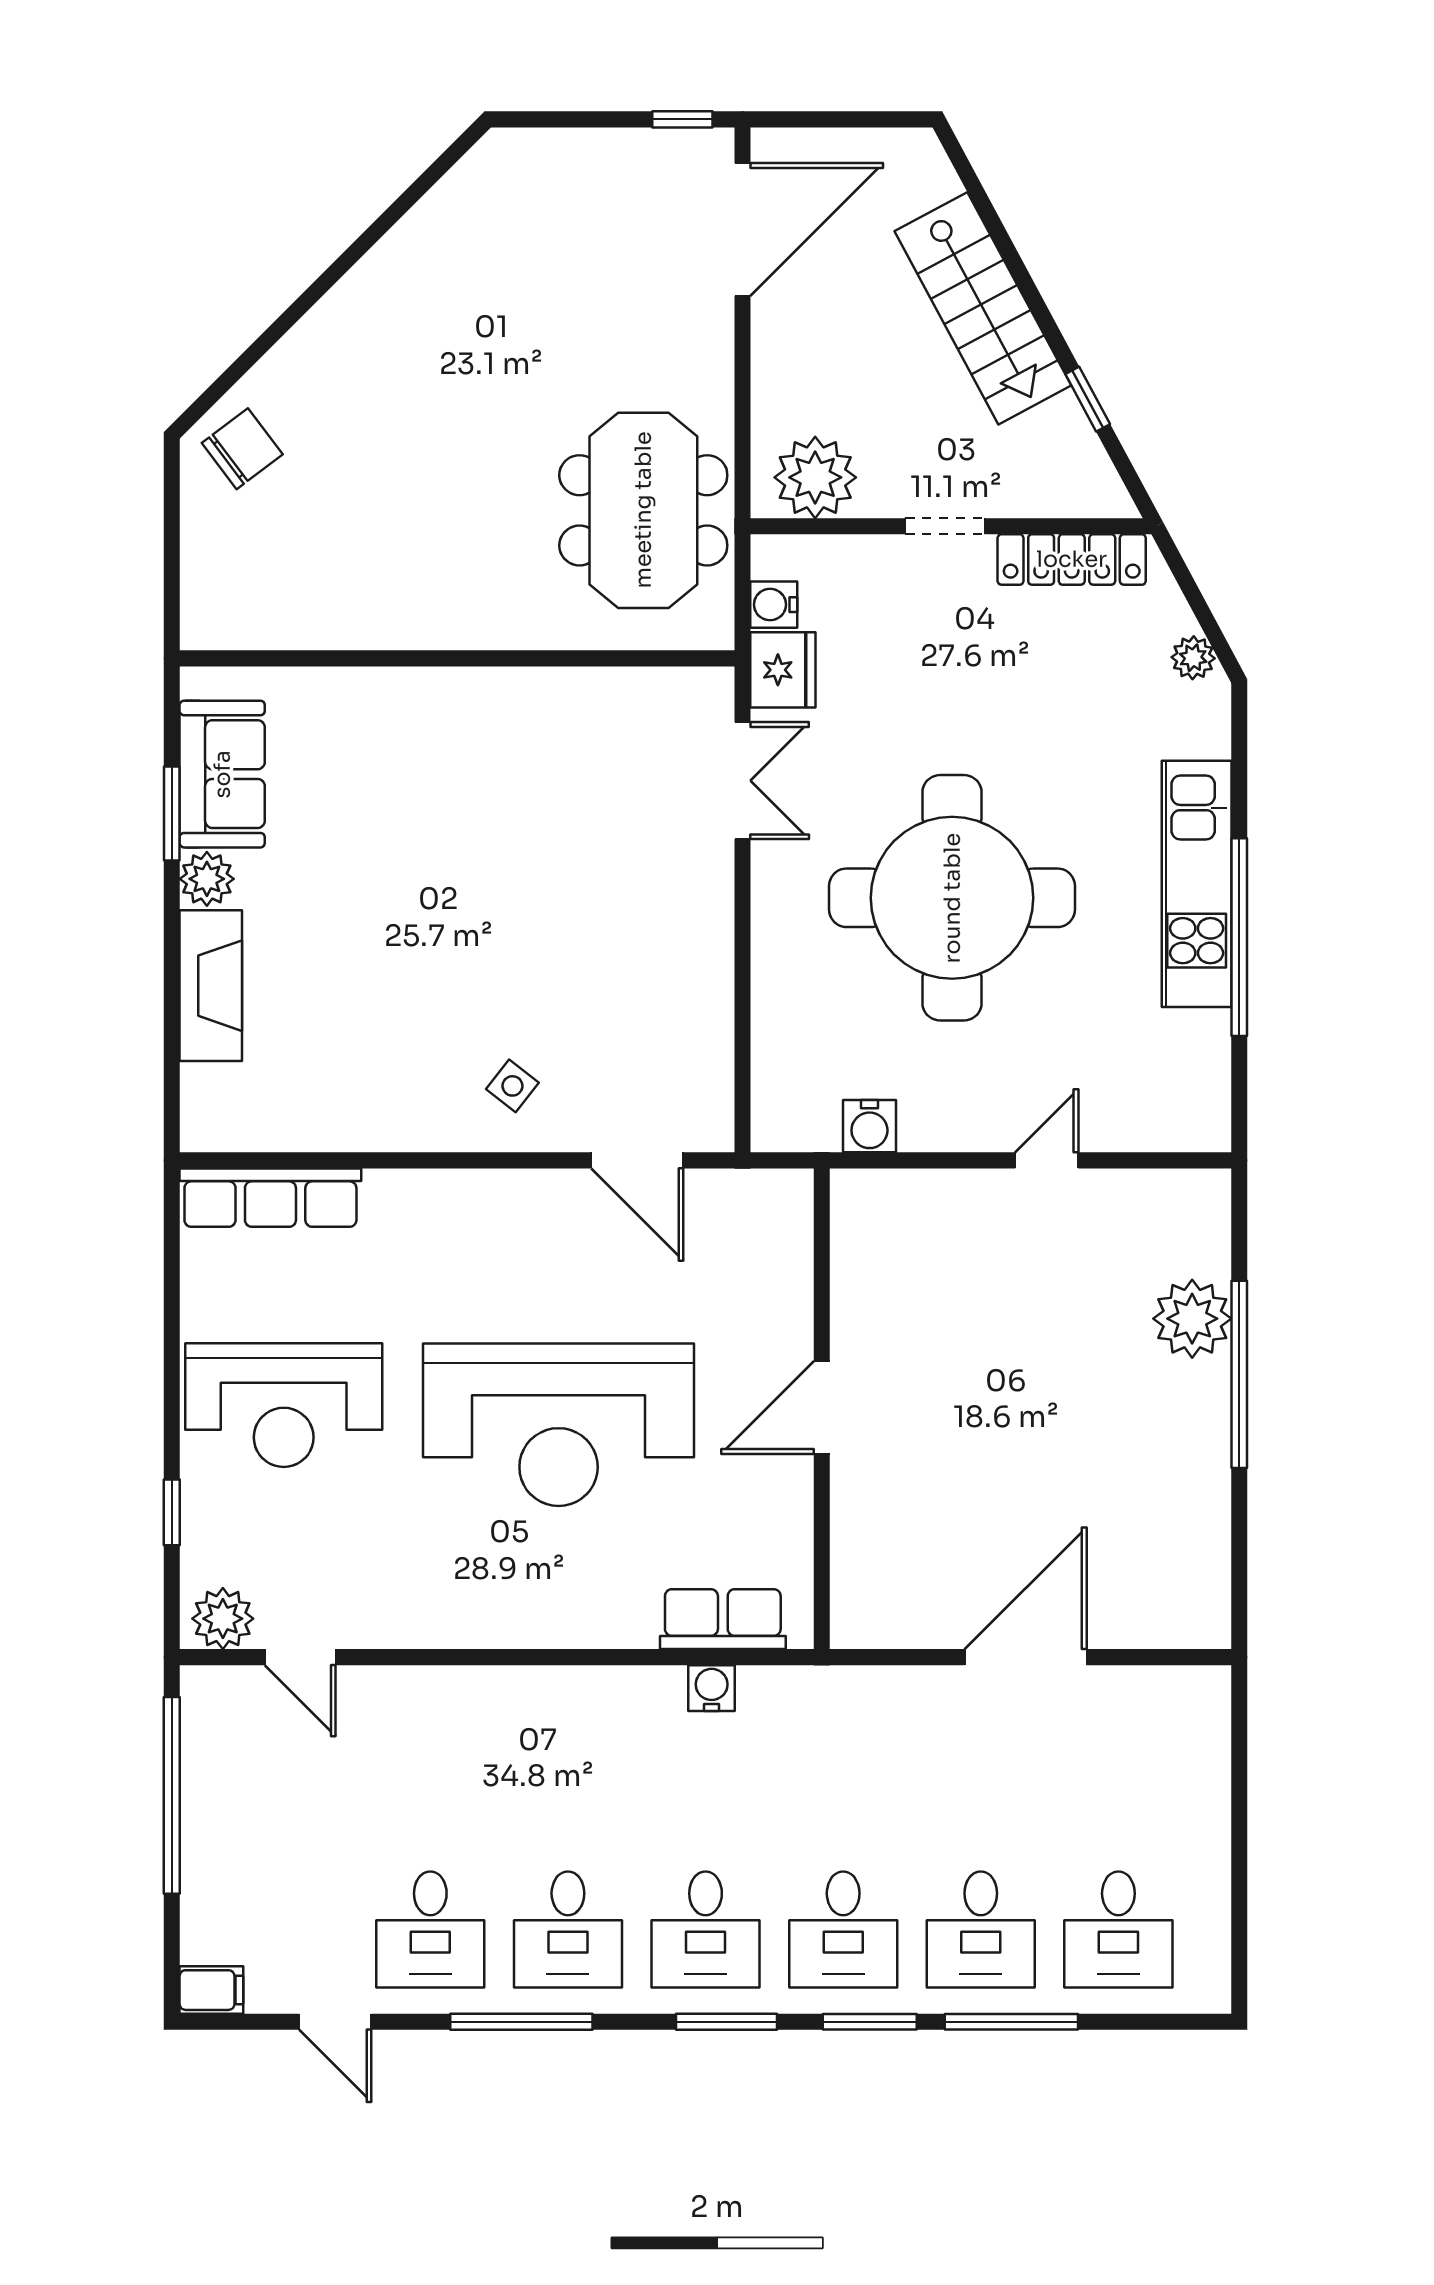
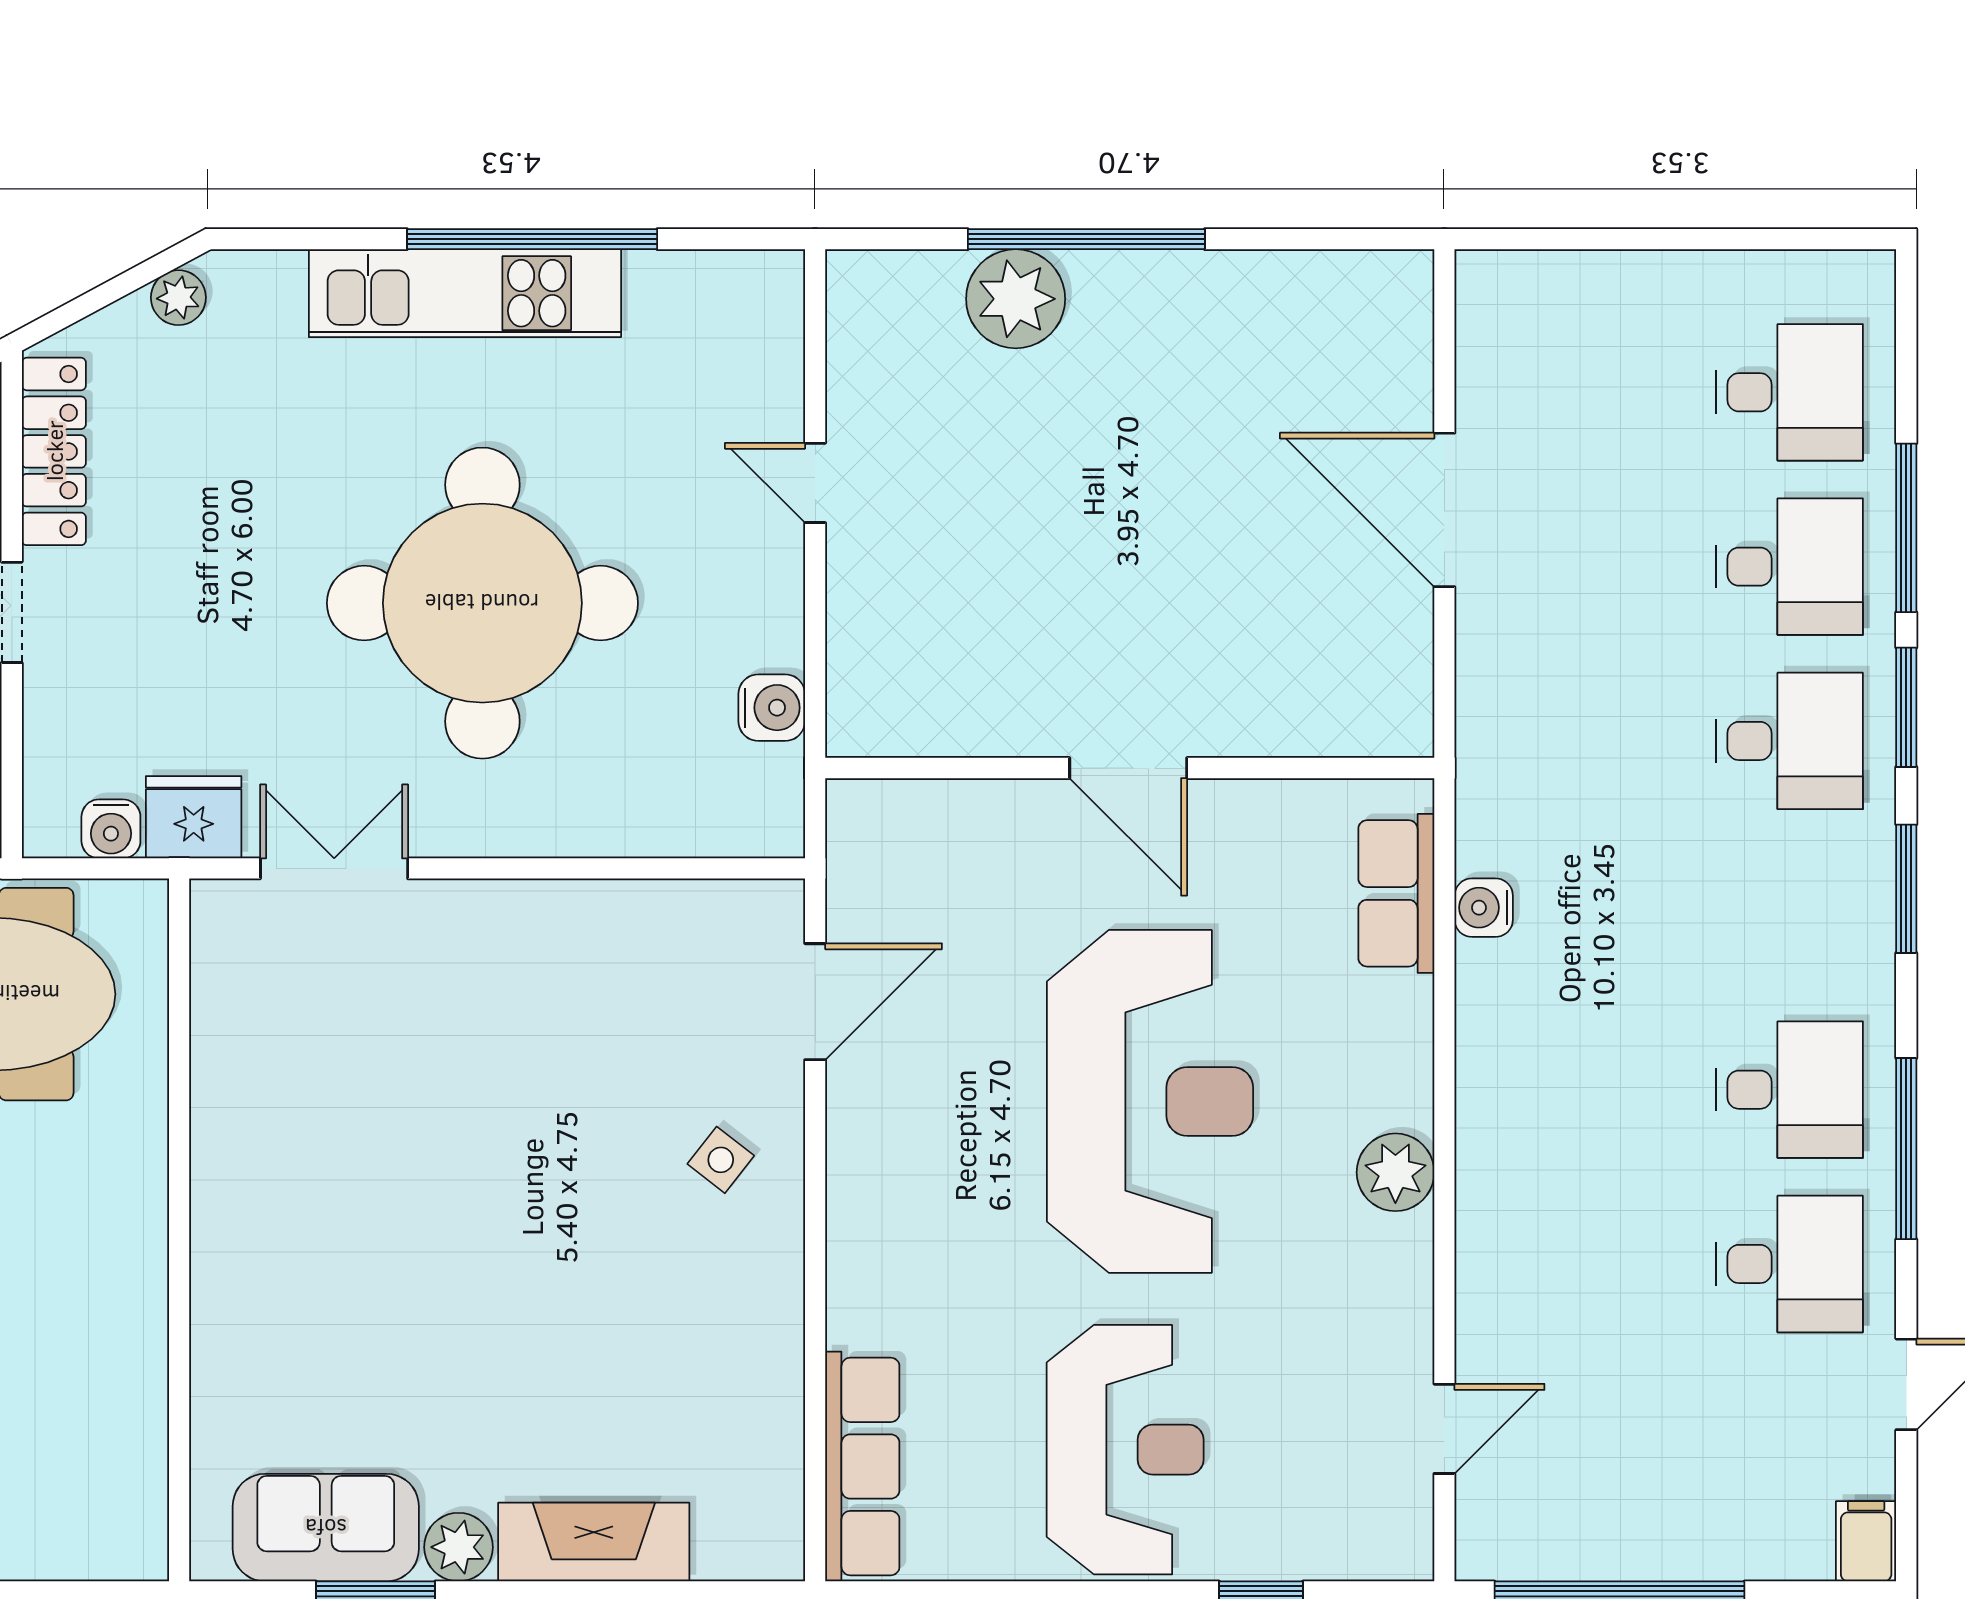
plant: (223, 1619) -> (1395, 1172), moved
desk: (706, 1929) -> (1789, 915), removed

